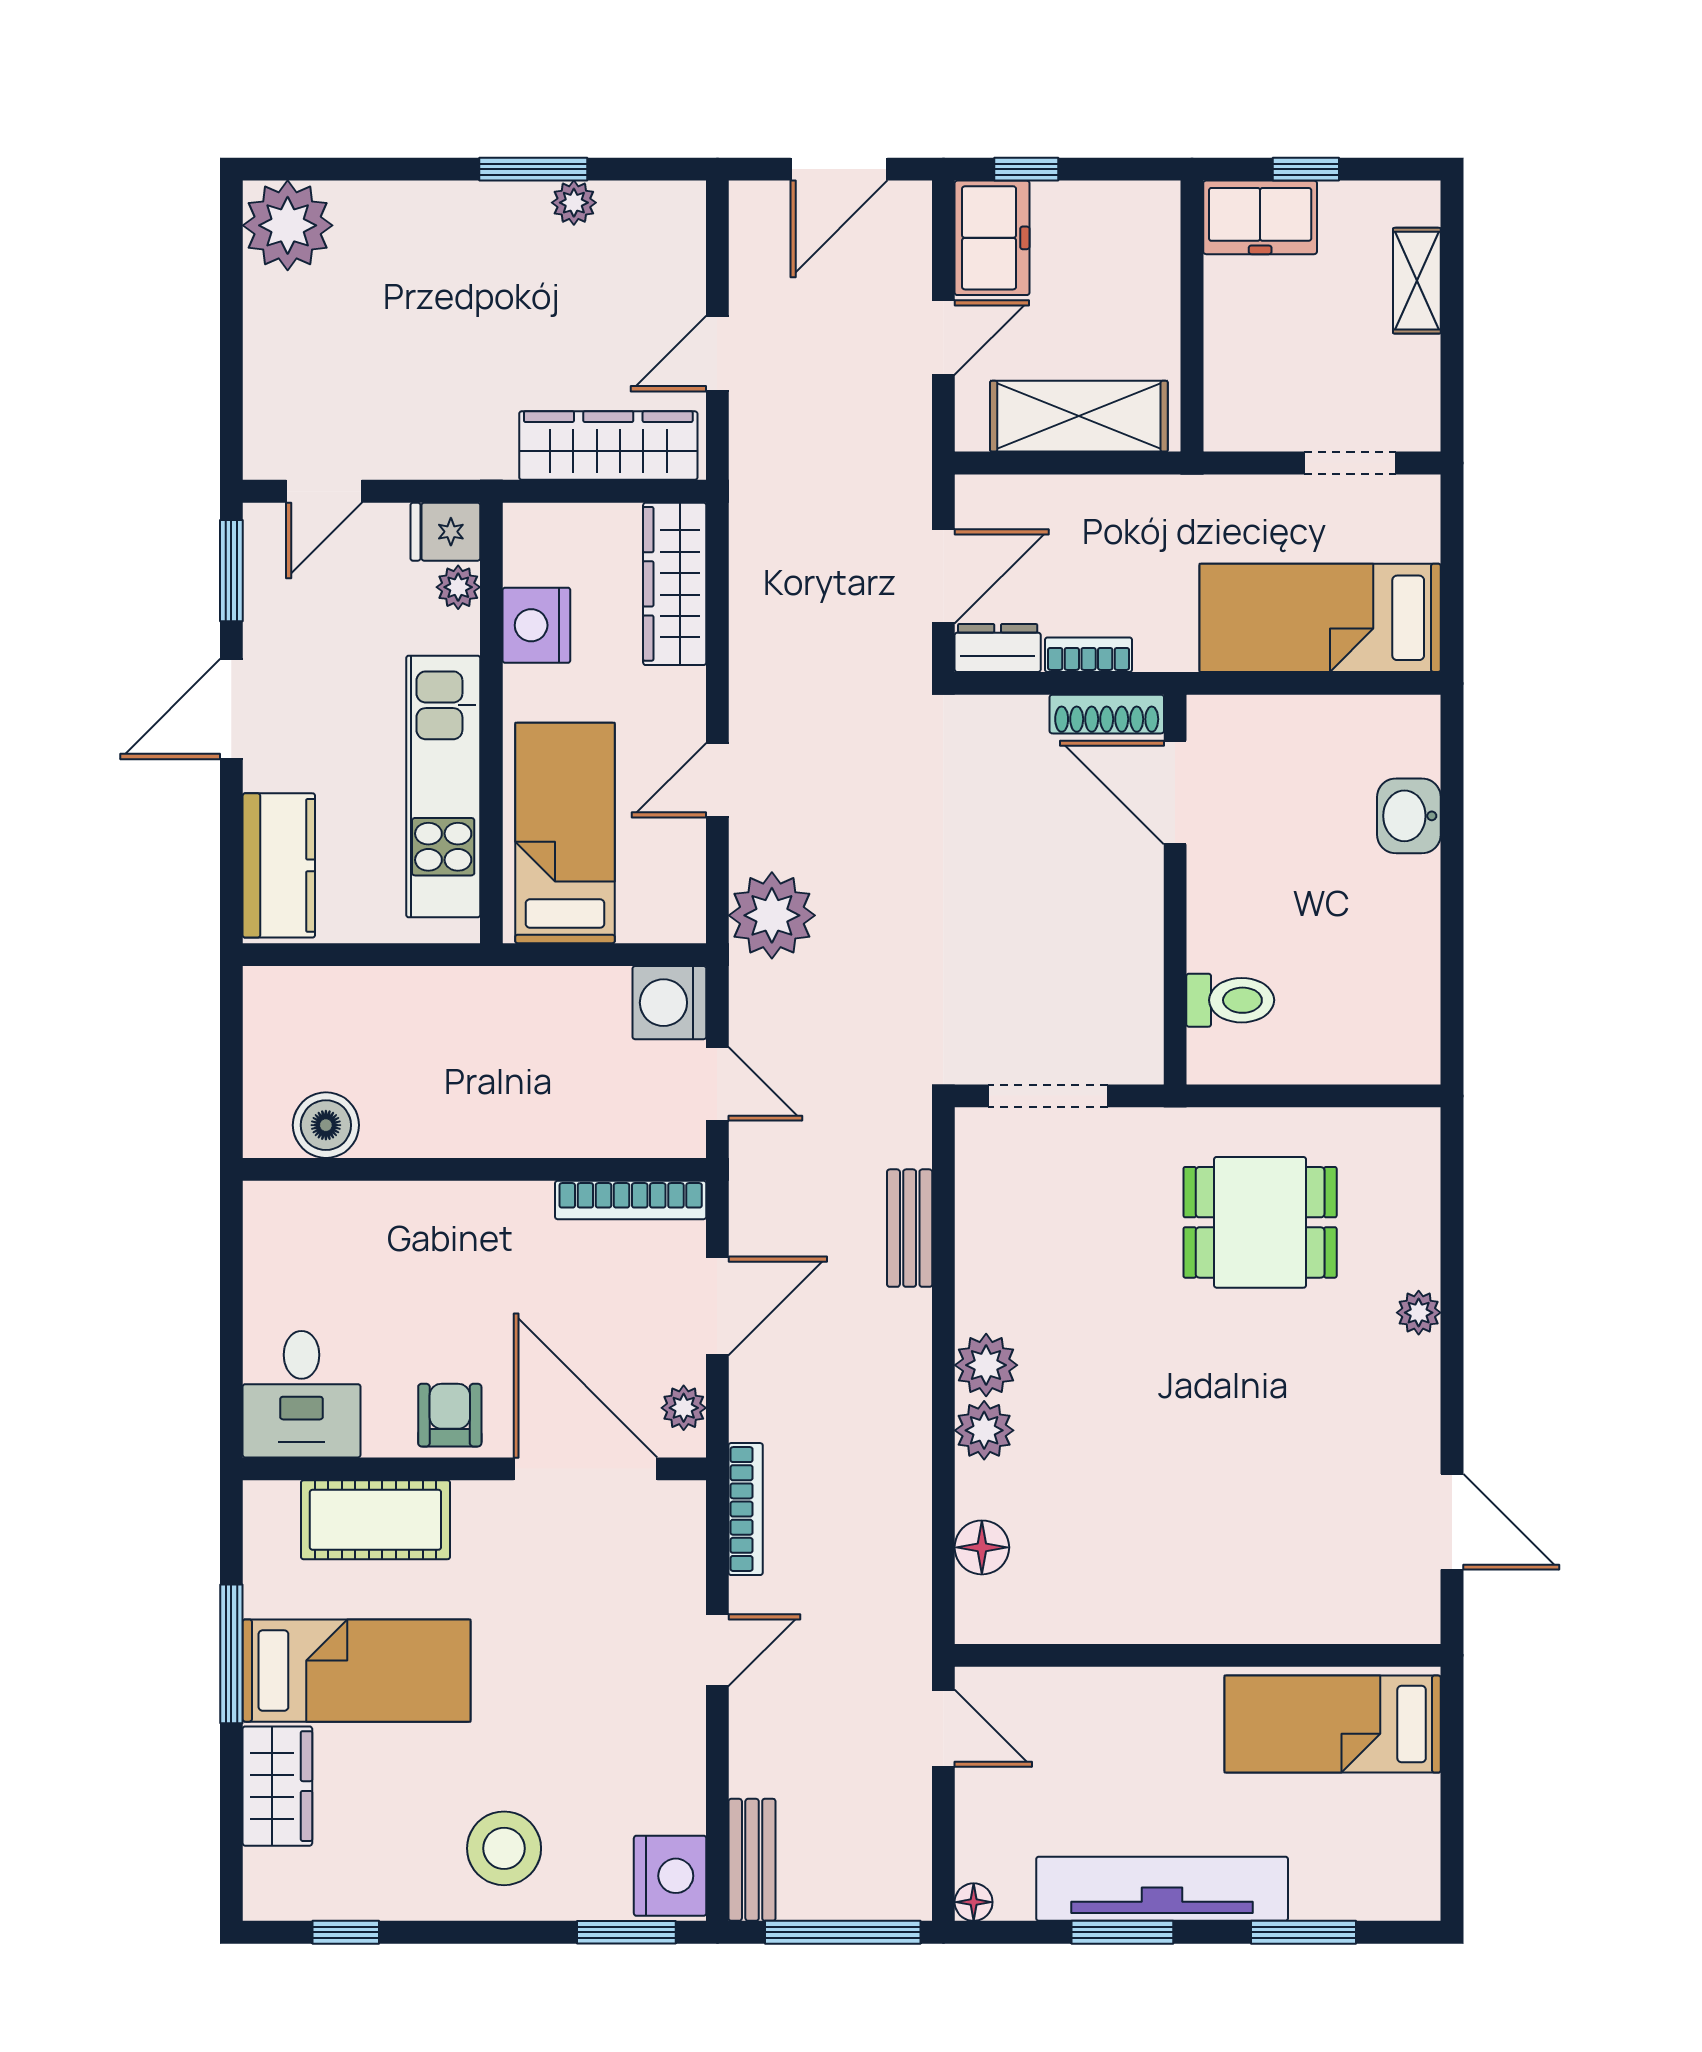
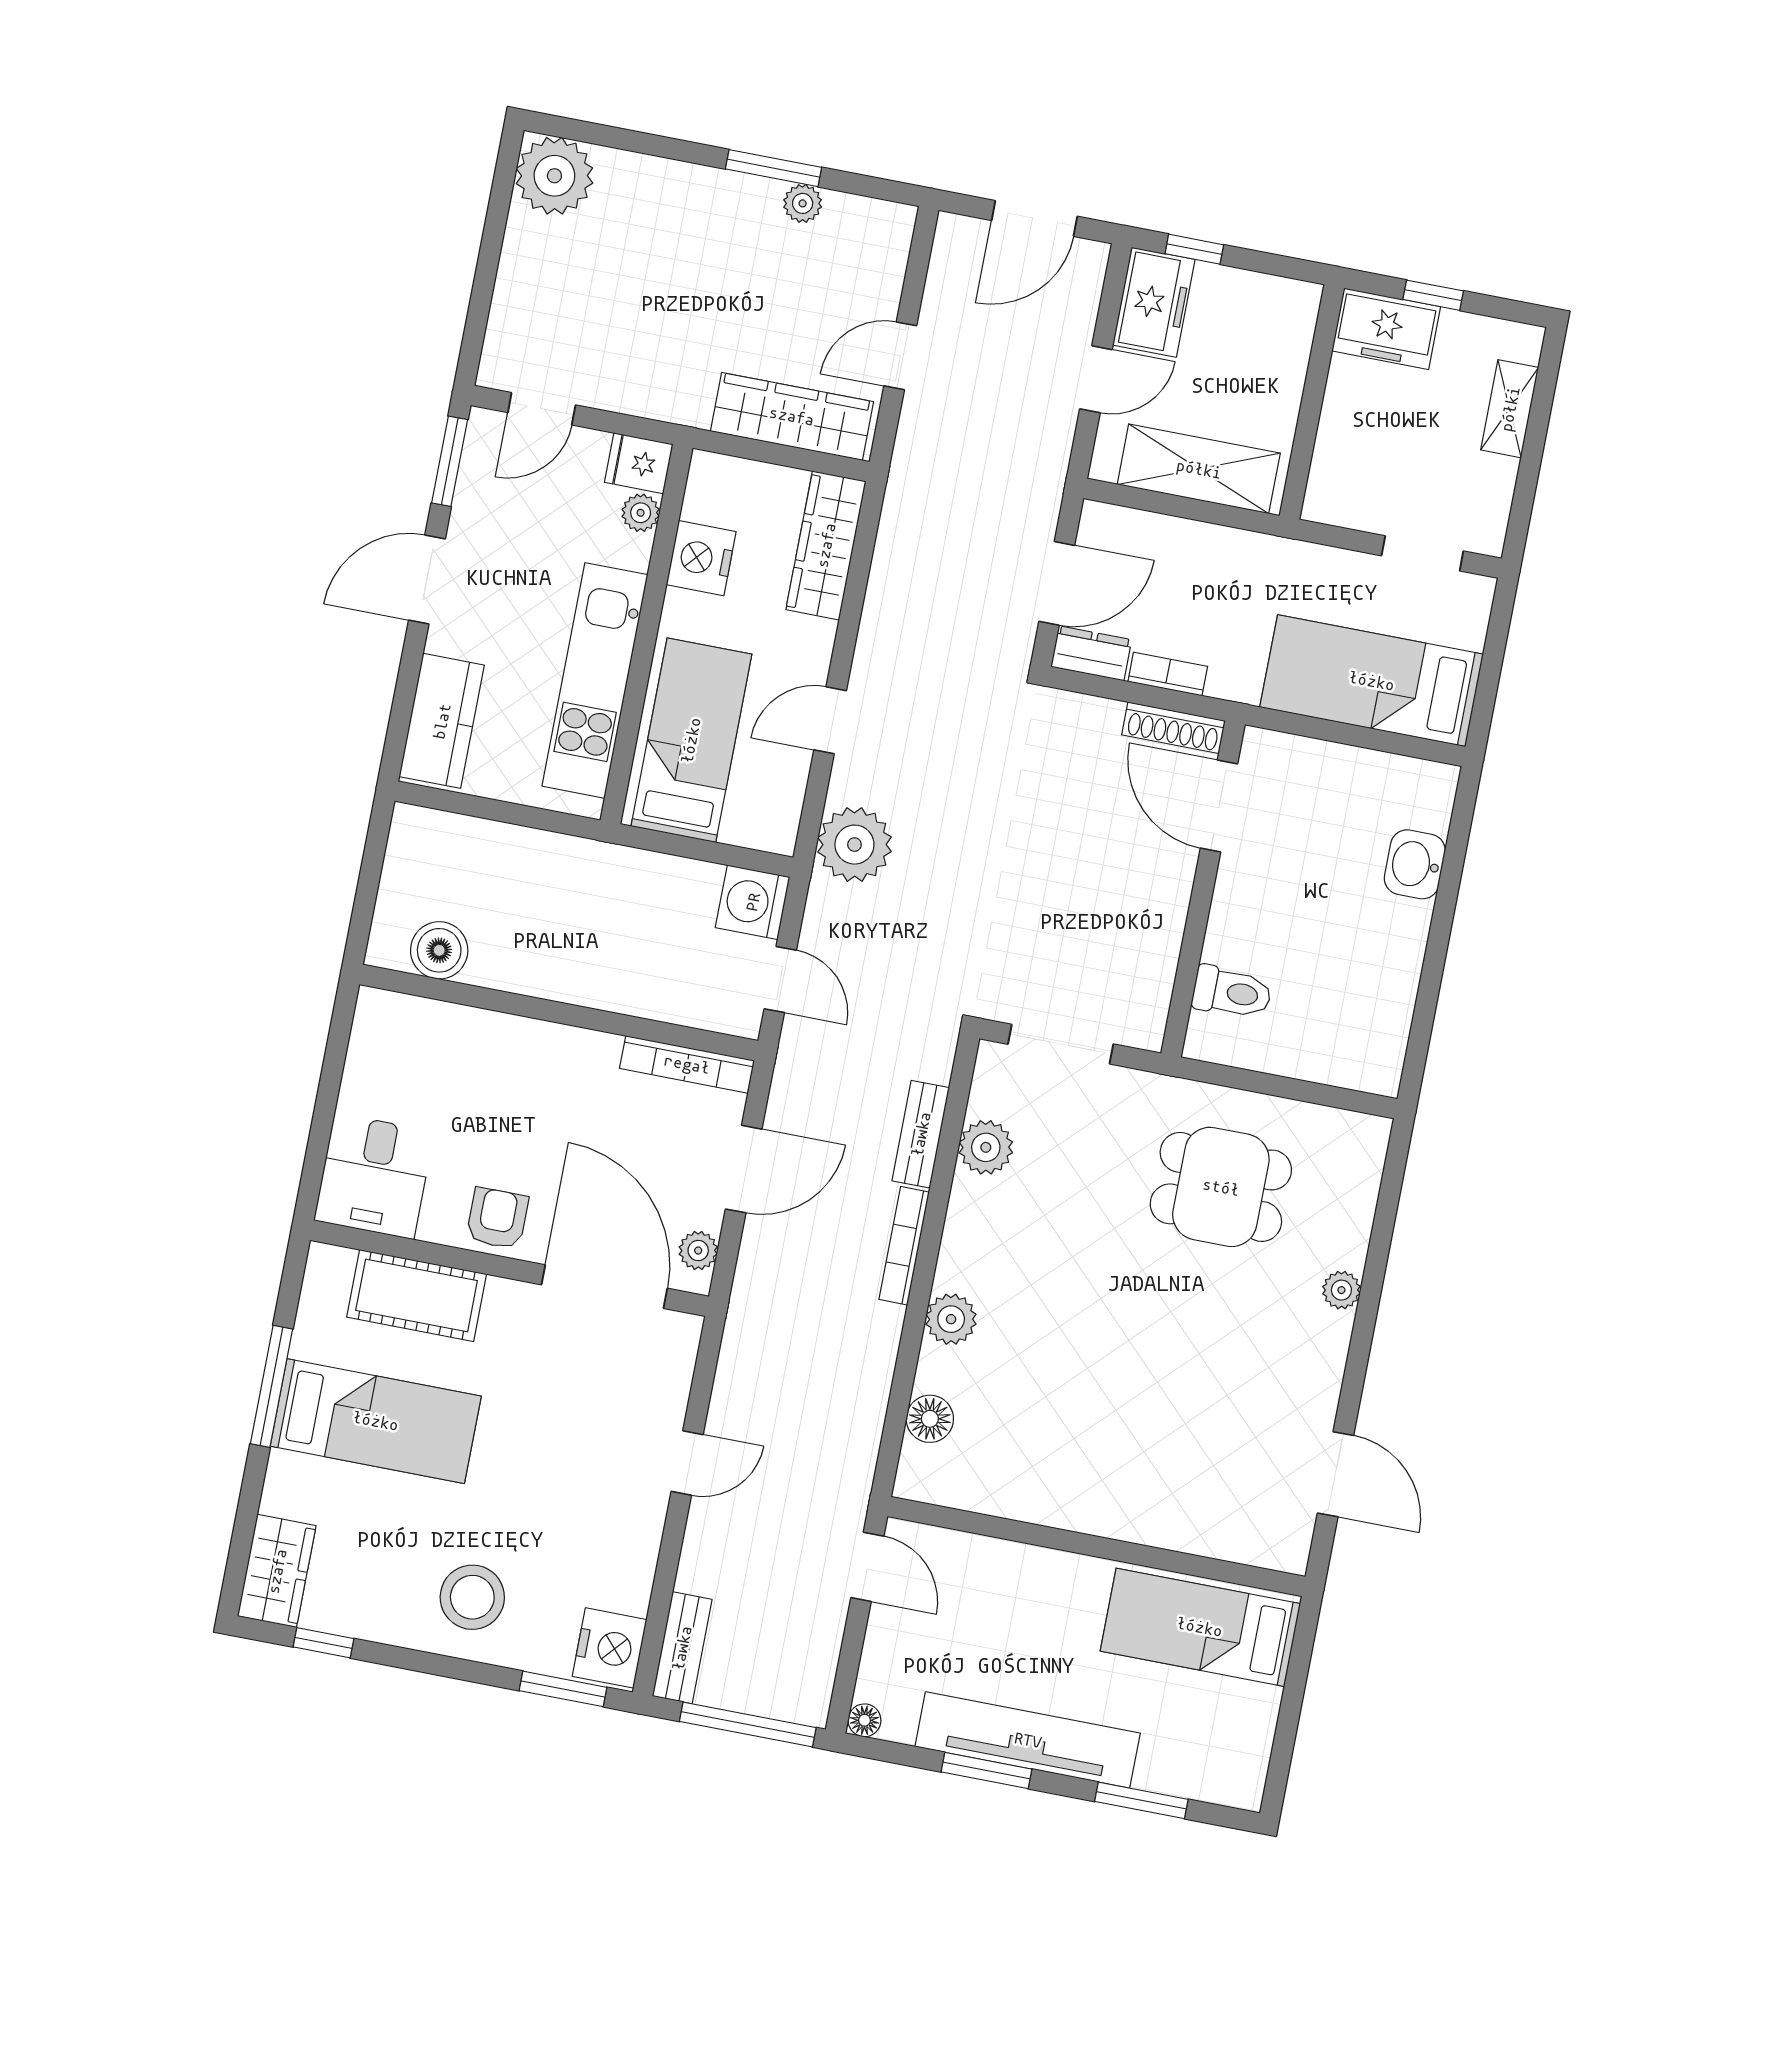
plant: (986, 1365) -> (986, 1147), moved
bookcase: (746, 1509) -> (904, 1246), moved, turned 180
wardrobe: (277, 1786) -> (277, 1571), moved

